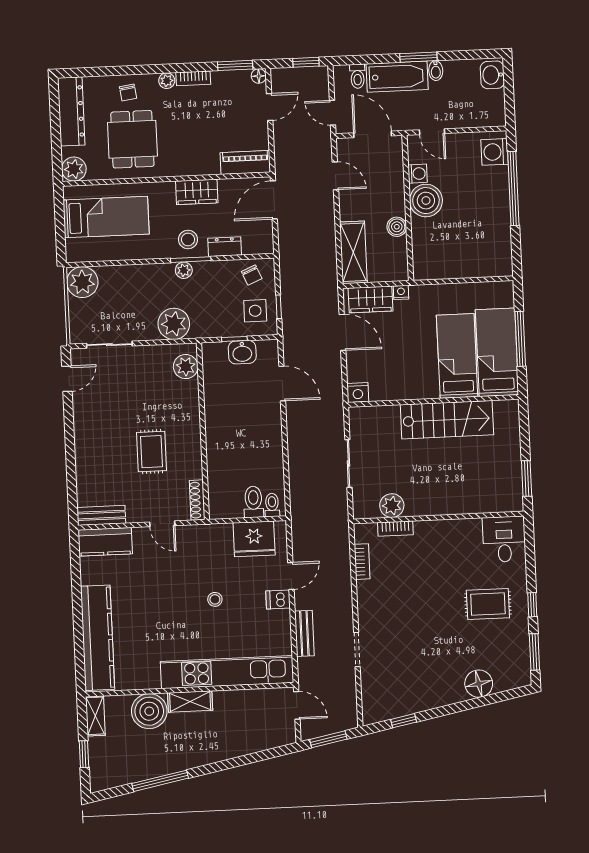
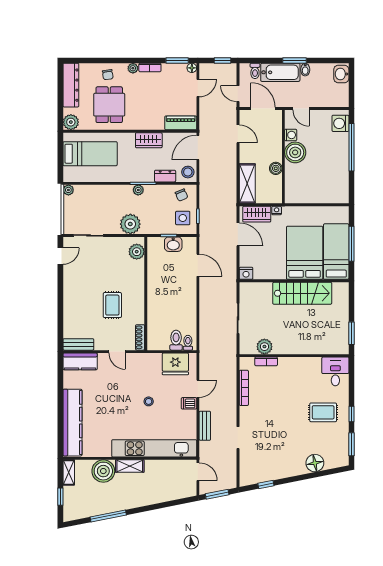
stool: (188, 239) -> (188, 172), moved
plant: (82, 282) -> (68, 190), width x0.53, depth x0.53
bed: (457, 356) -> (305, 253), width x1.50
bookcase: (362, 562) -> (244, 388), width x1.56

